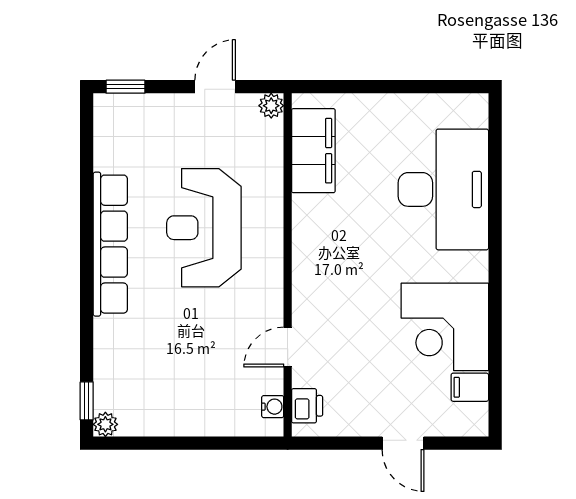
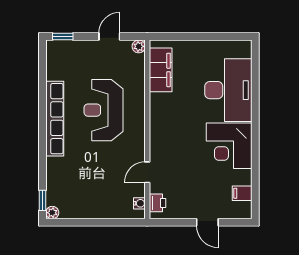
corner desk: (445, 327) -> (229, 146), moved

